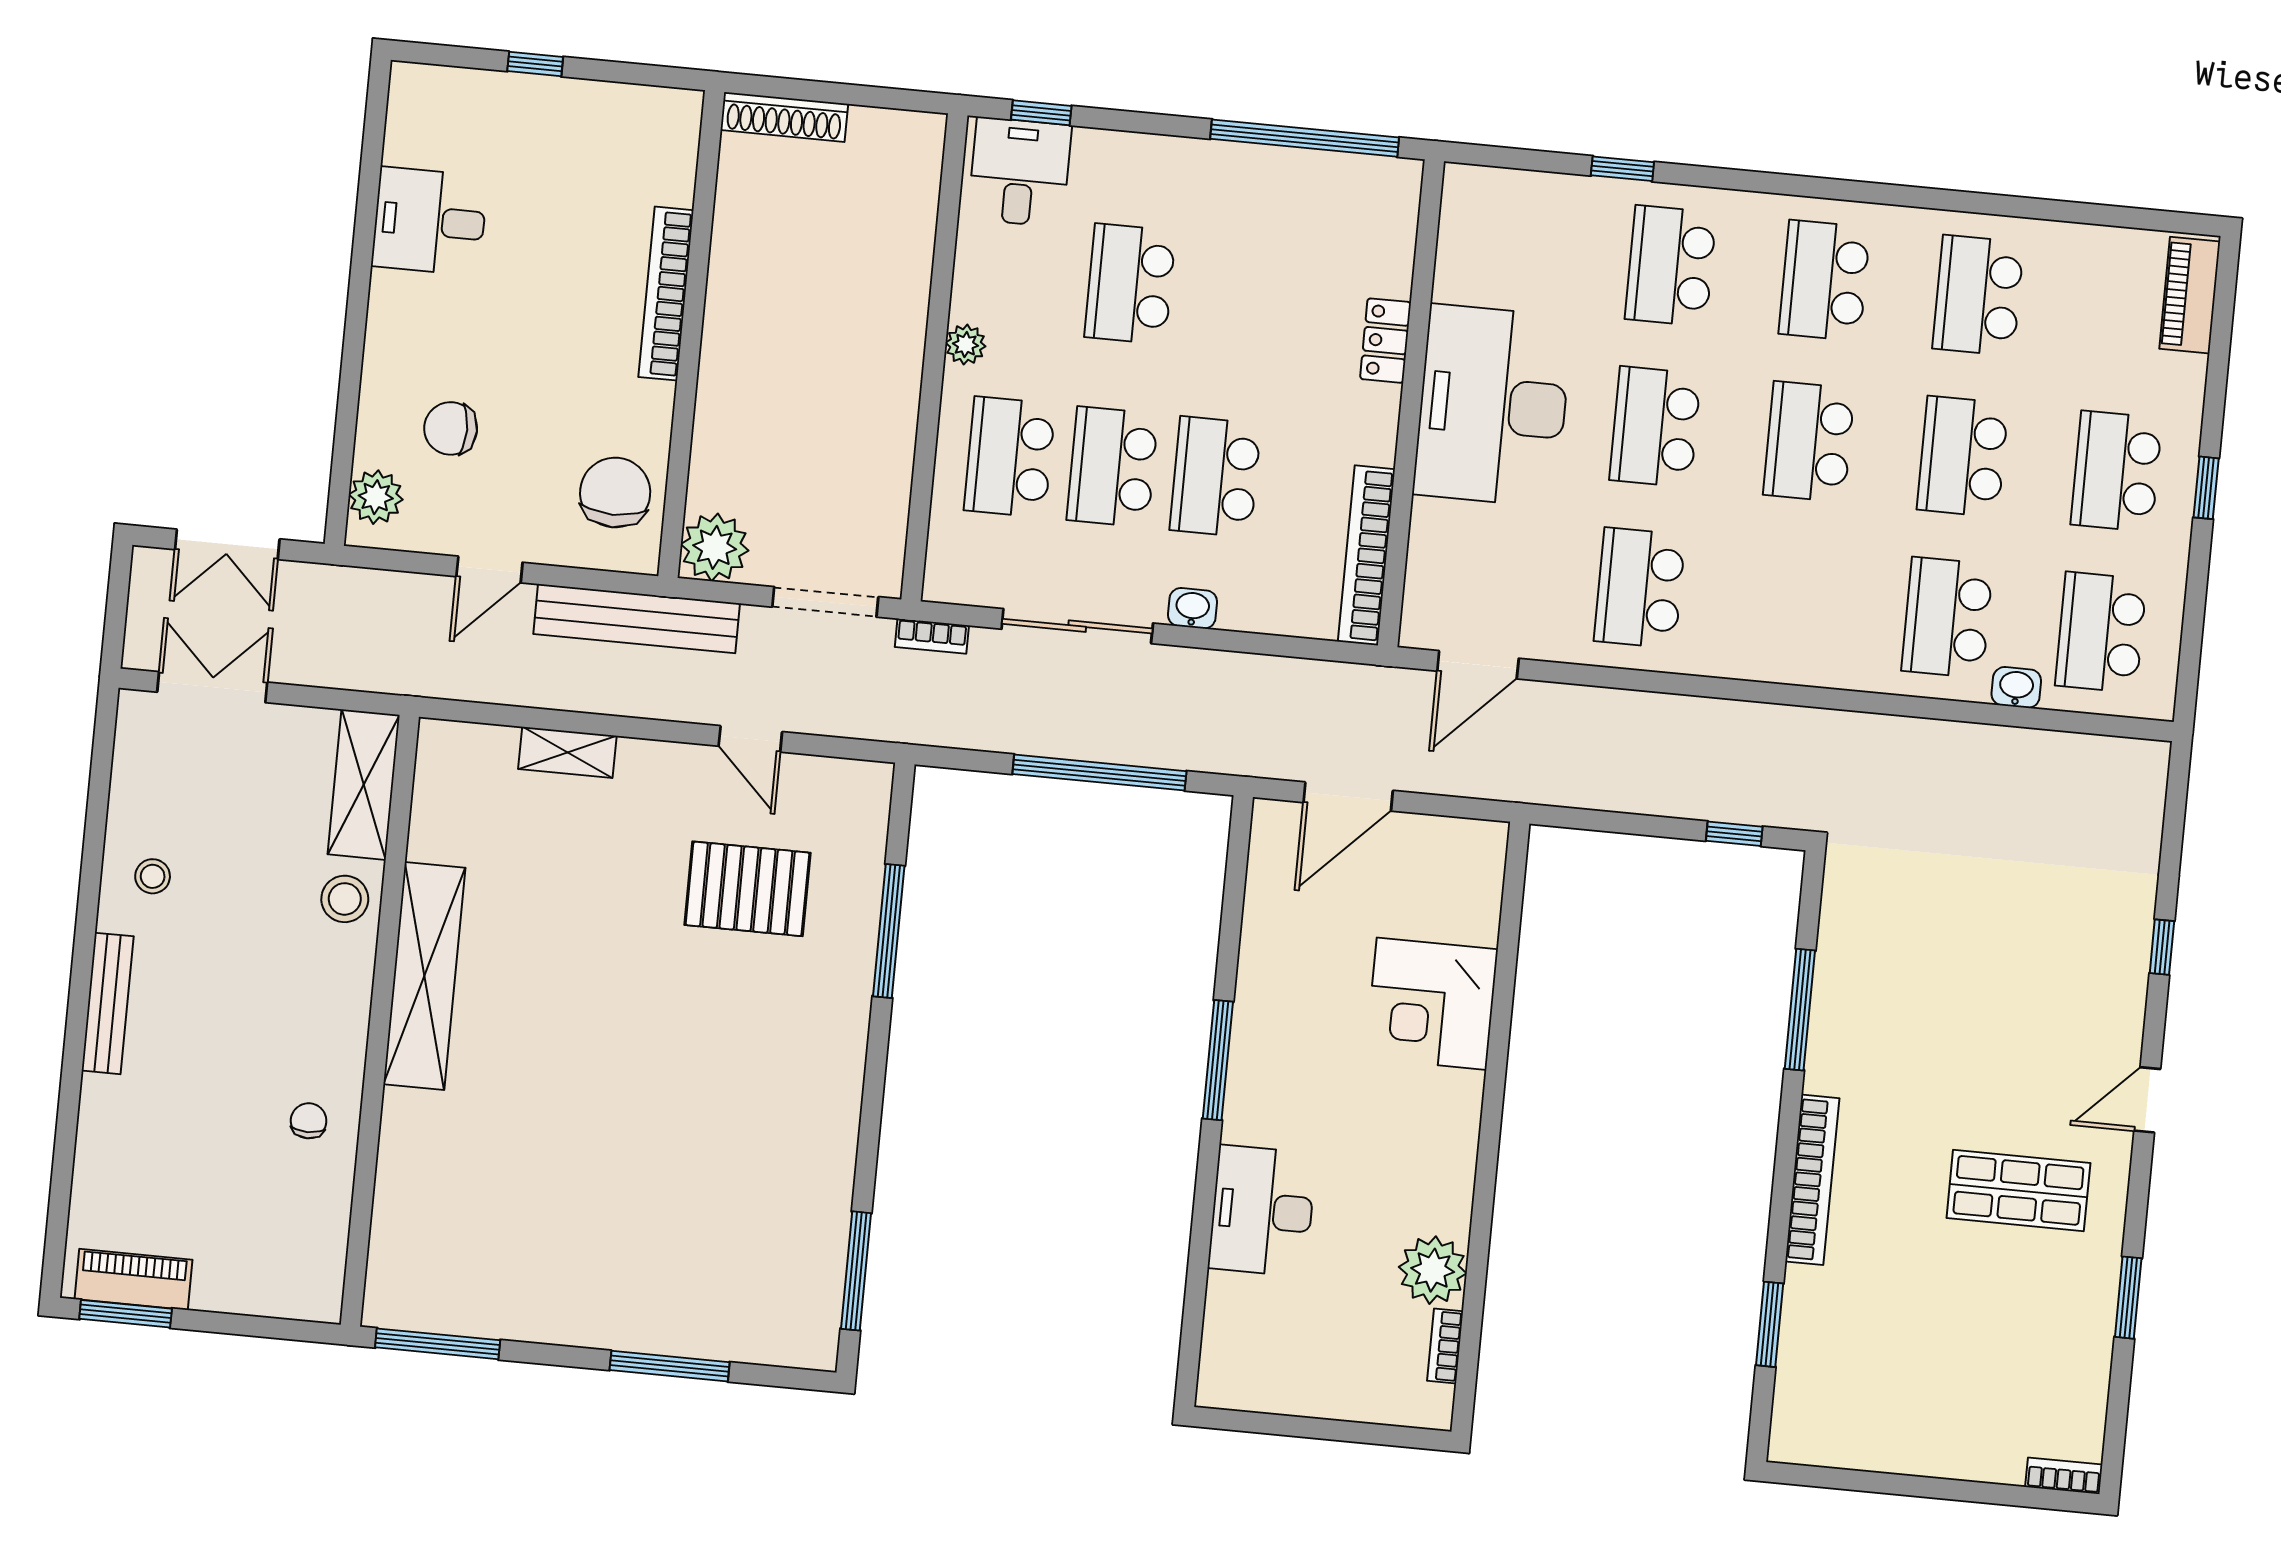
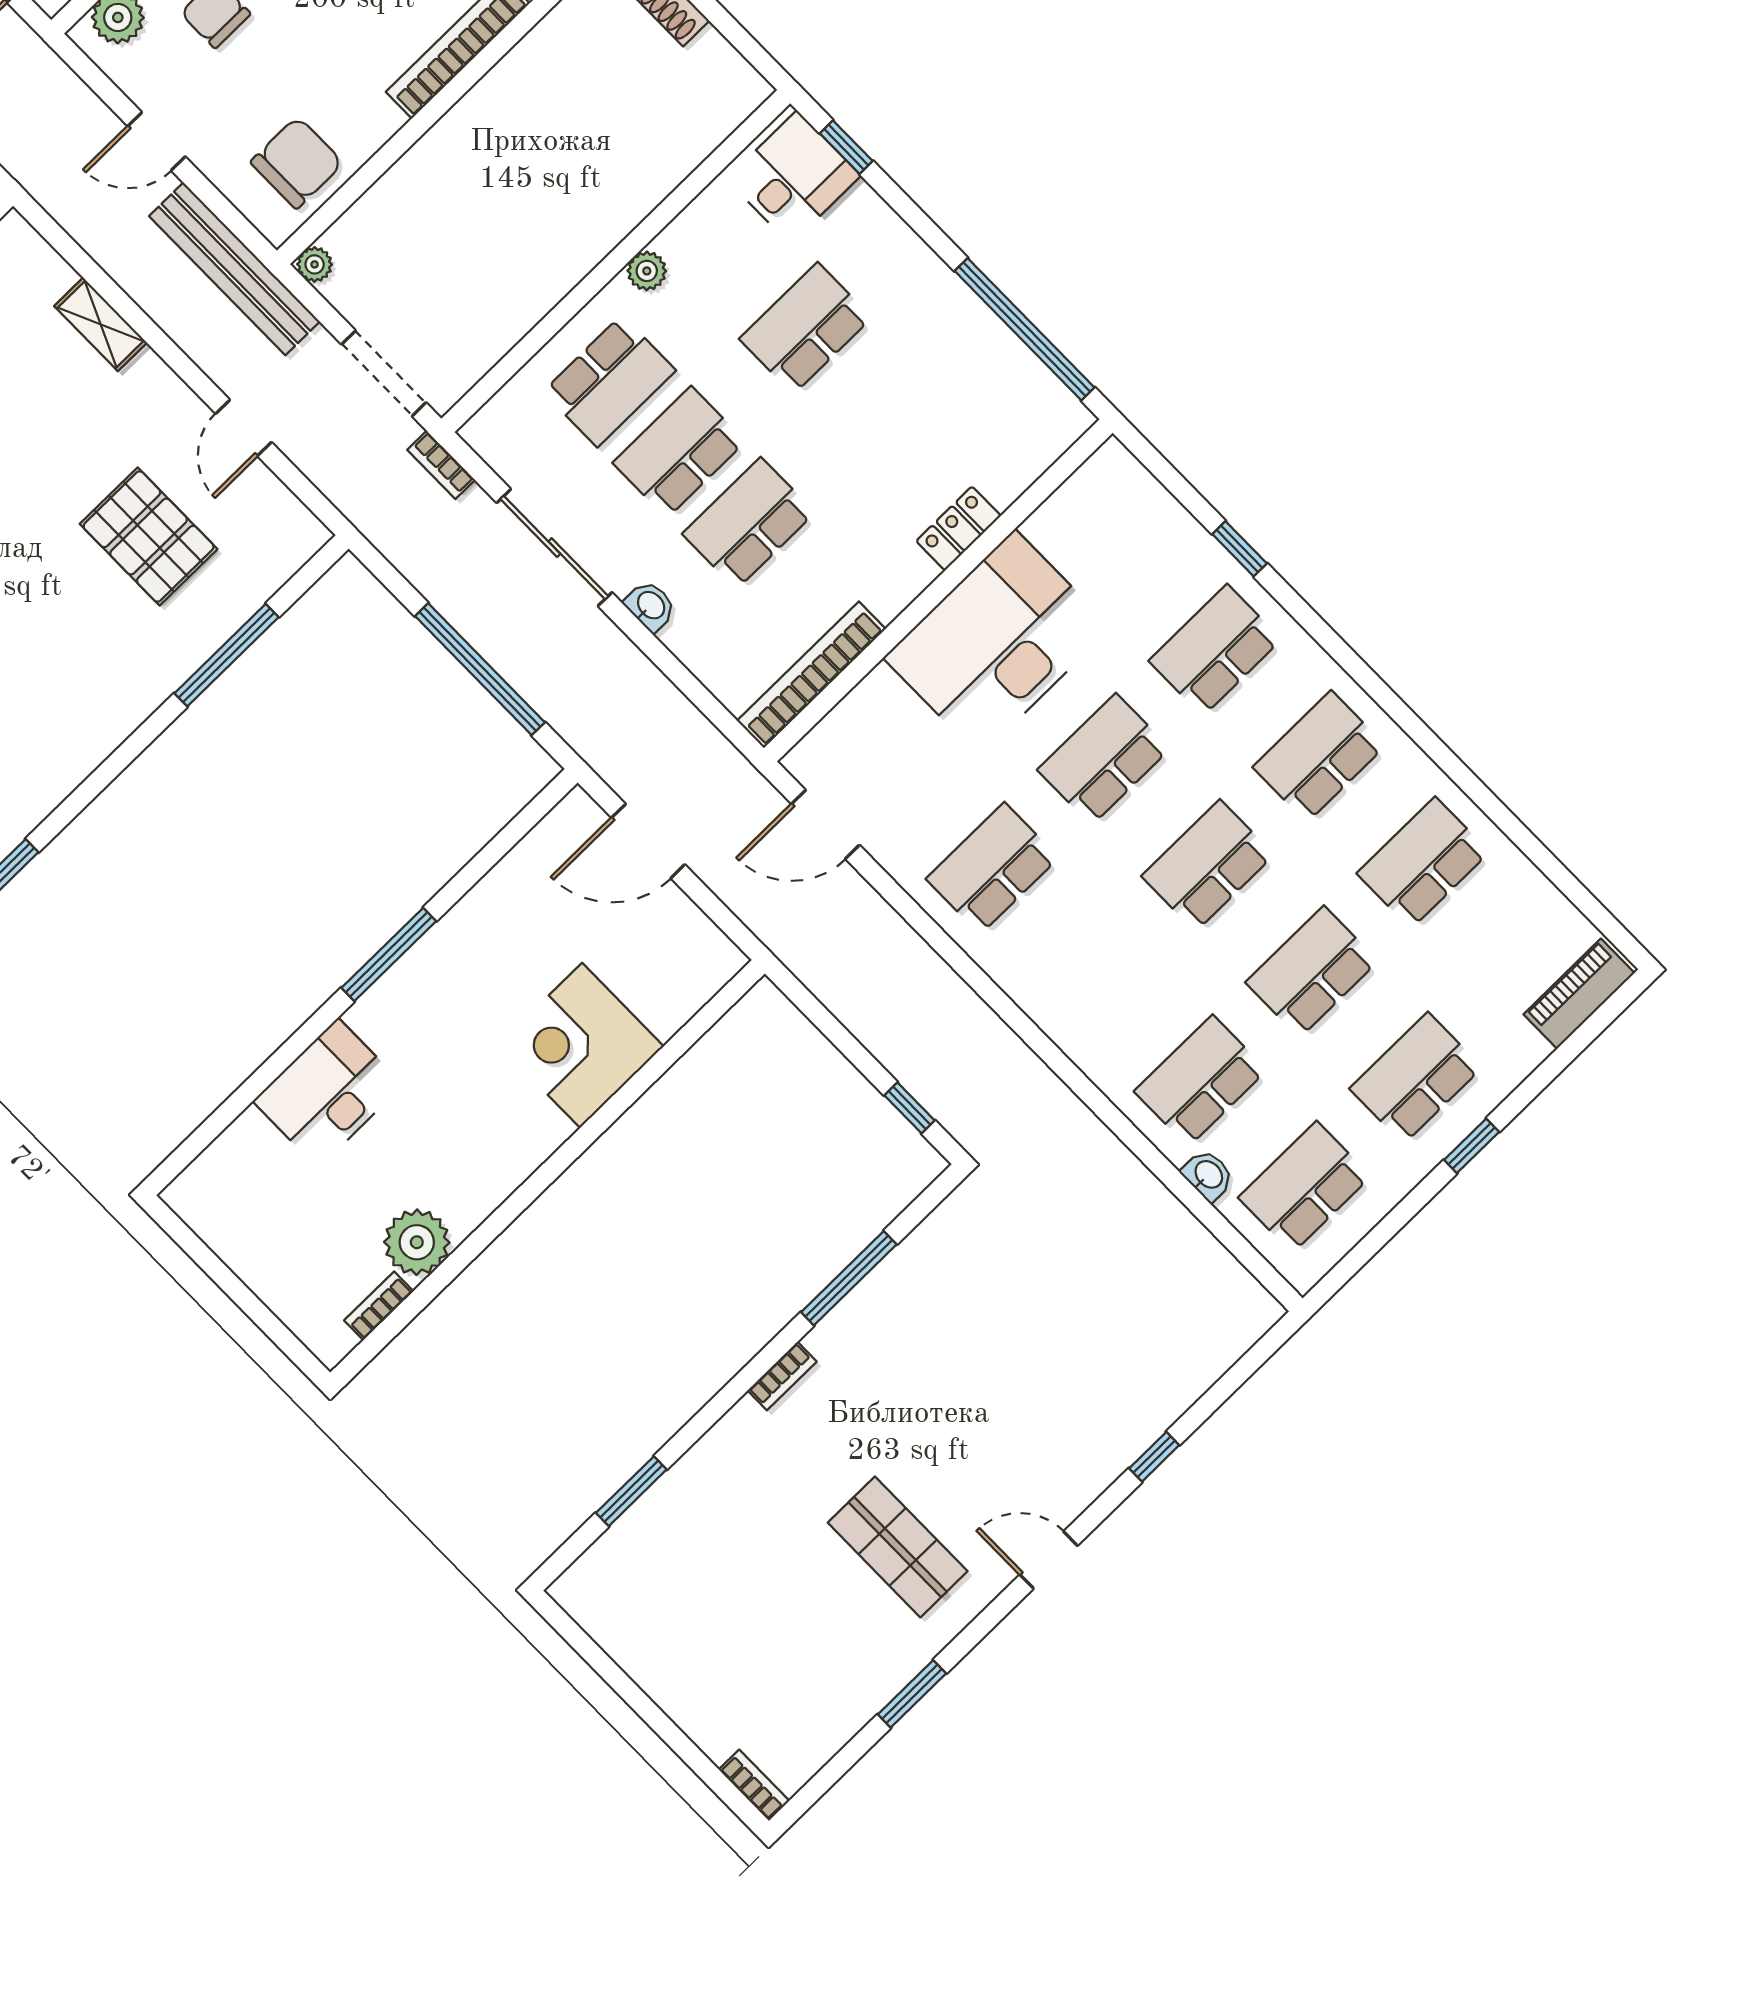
school desk: (1010, 457) -> (609, 381), turned 180
plant: (715, 547) -> (315, 264), width x0.53, depth x0.53
bookcase: (1812, 1180) -> (782, 1376), width x0.43, depth x0.76

